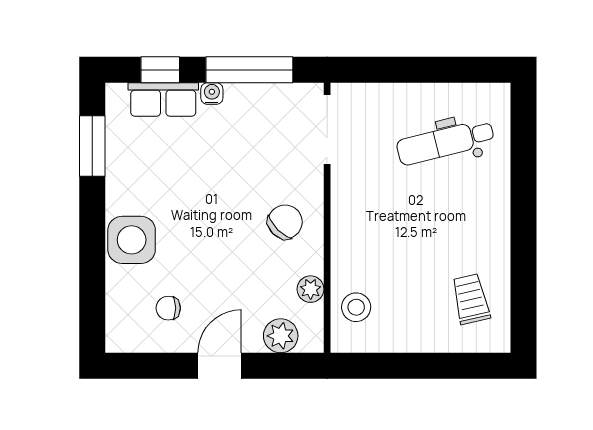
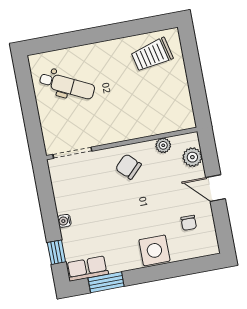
window: (249, 70) -> (47, 202), removed
row of seats: (163, 99) -> (87, 269), moved, turned -90
dental chair: (445, 142) -> (67, 85), turned -50
trolley: (471, 299) -> (152, 55), width x1.36, depth x1.39
stool: (356, 307) -> (169, 118), removed

